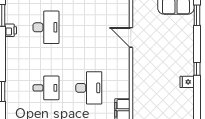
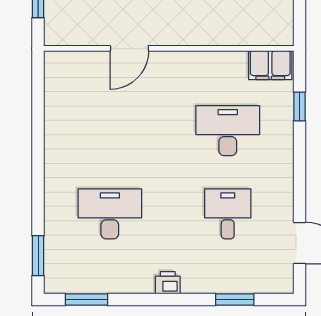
printer: (11, 30) -> (168, 283), moved

